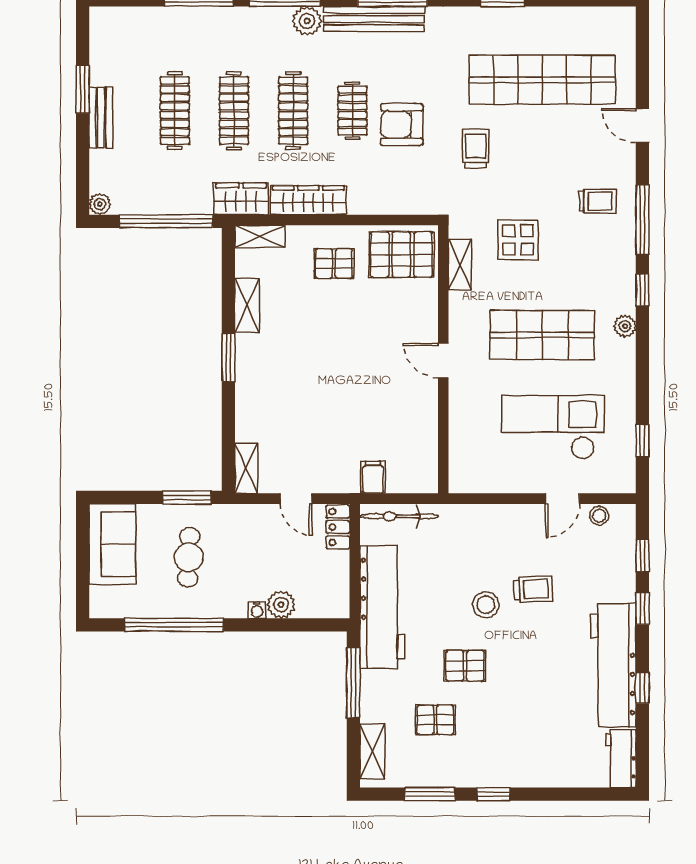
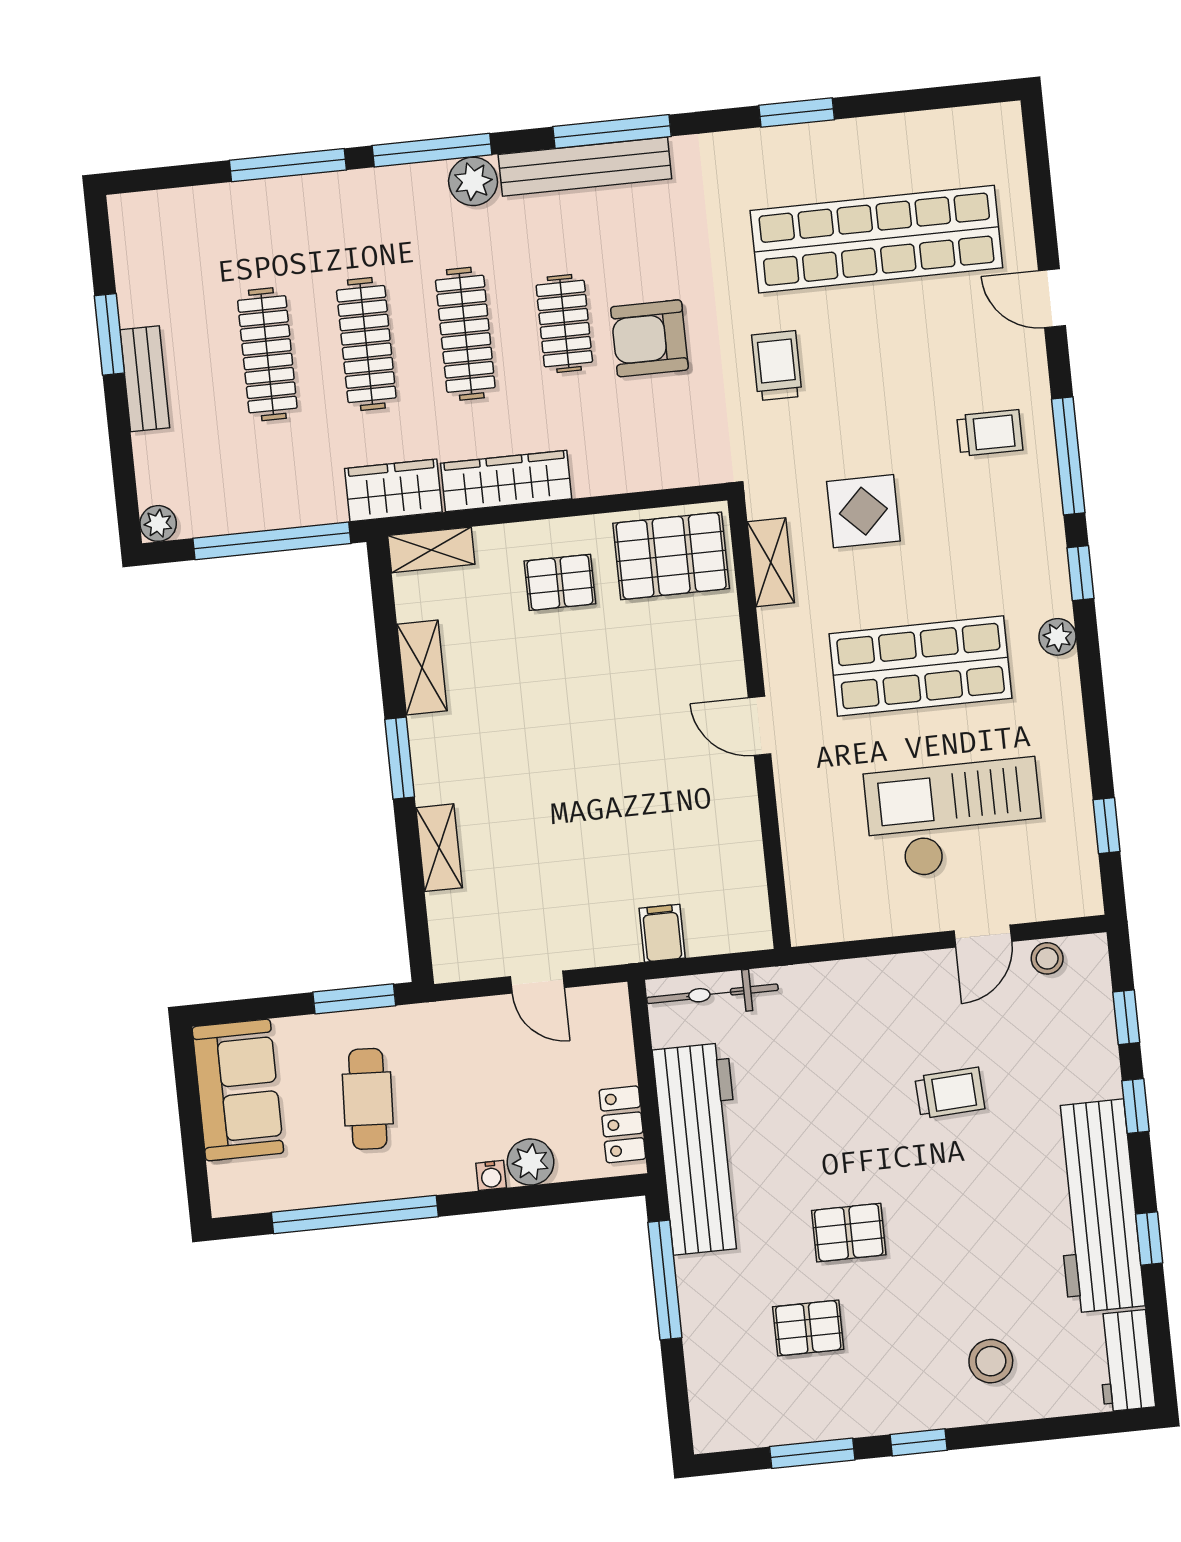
shelving: (246, 468) -> (439, 848), moved
locker: (338, 527) -> (622, 1124), moved
stool: (486, 605) -> (991, 1361), moved
shelving: (372, 751) -> (709, 1392), removed

